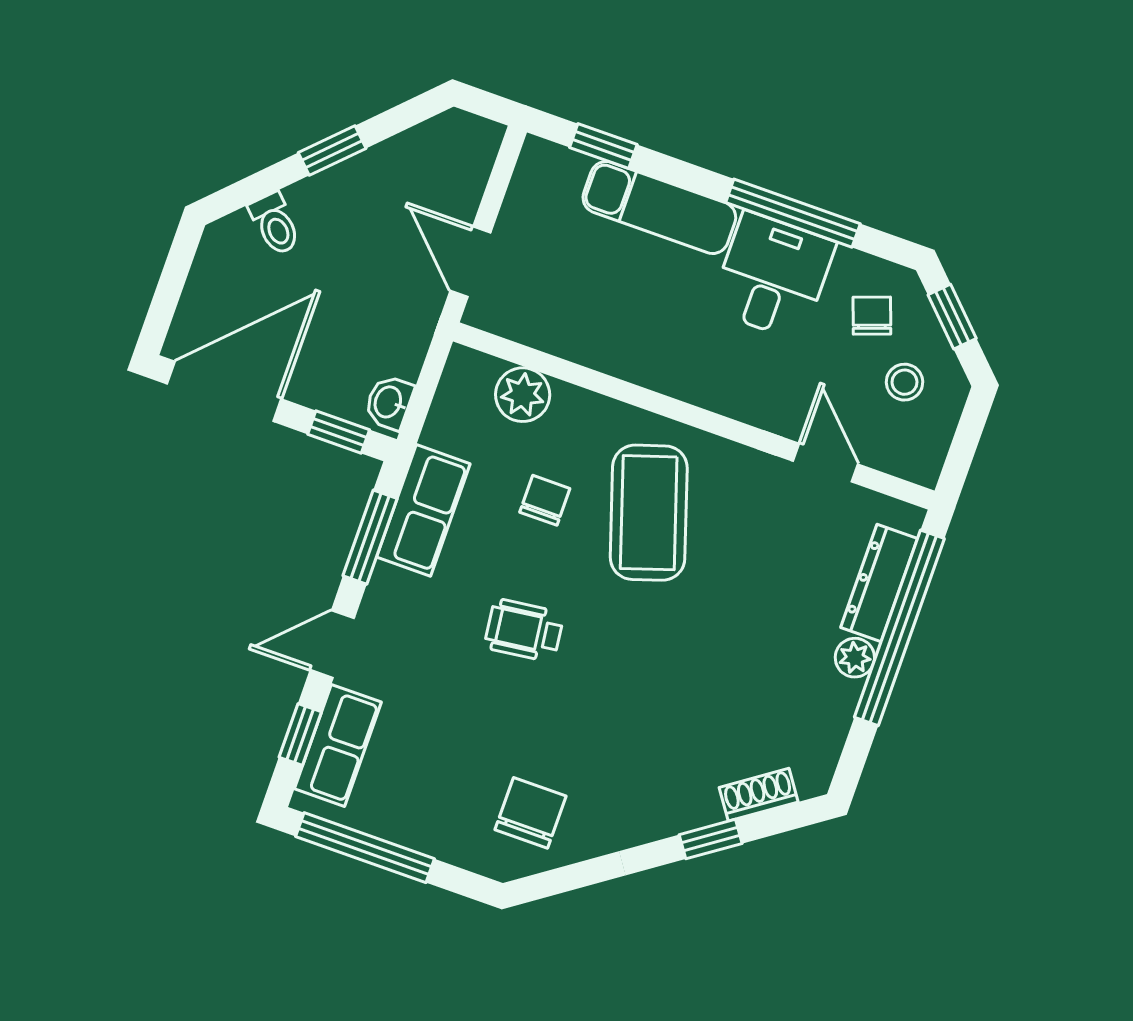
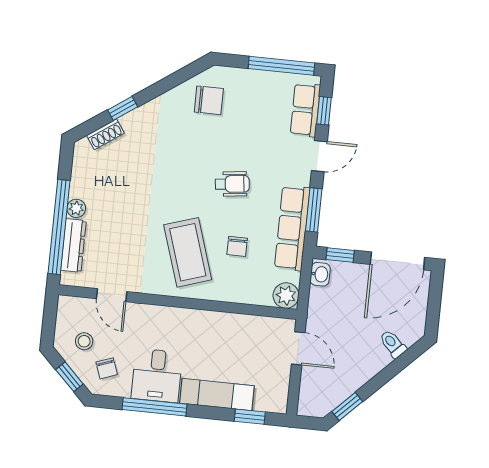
window: (332, 151) -> (347, 406), moved
plant: (523, 395) -> (286, 295), moved
row of seats: (423, 510) -> (292, 228), width x1.48
chair: (530, 813) -> (209, 100), turned -90

